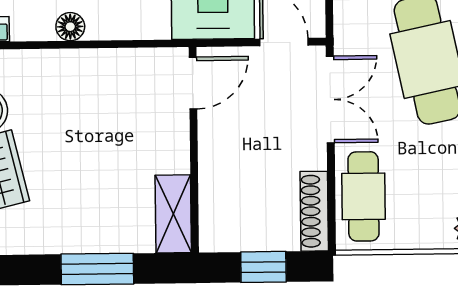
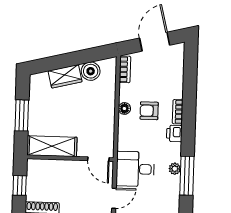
shelving: (173, 214) -> (52, 146), width x1.50, depth x1.33

